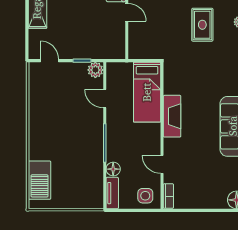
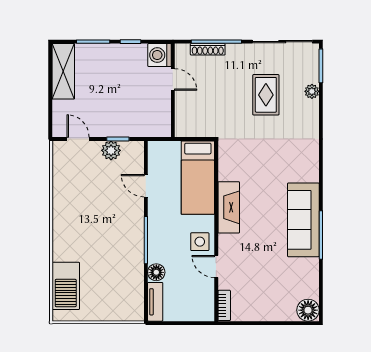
plant: (95, 70) -> (111, 150), moved
side table: (145, 196) -> (200, 242), moved

